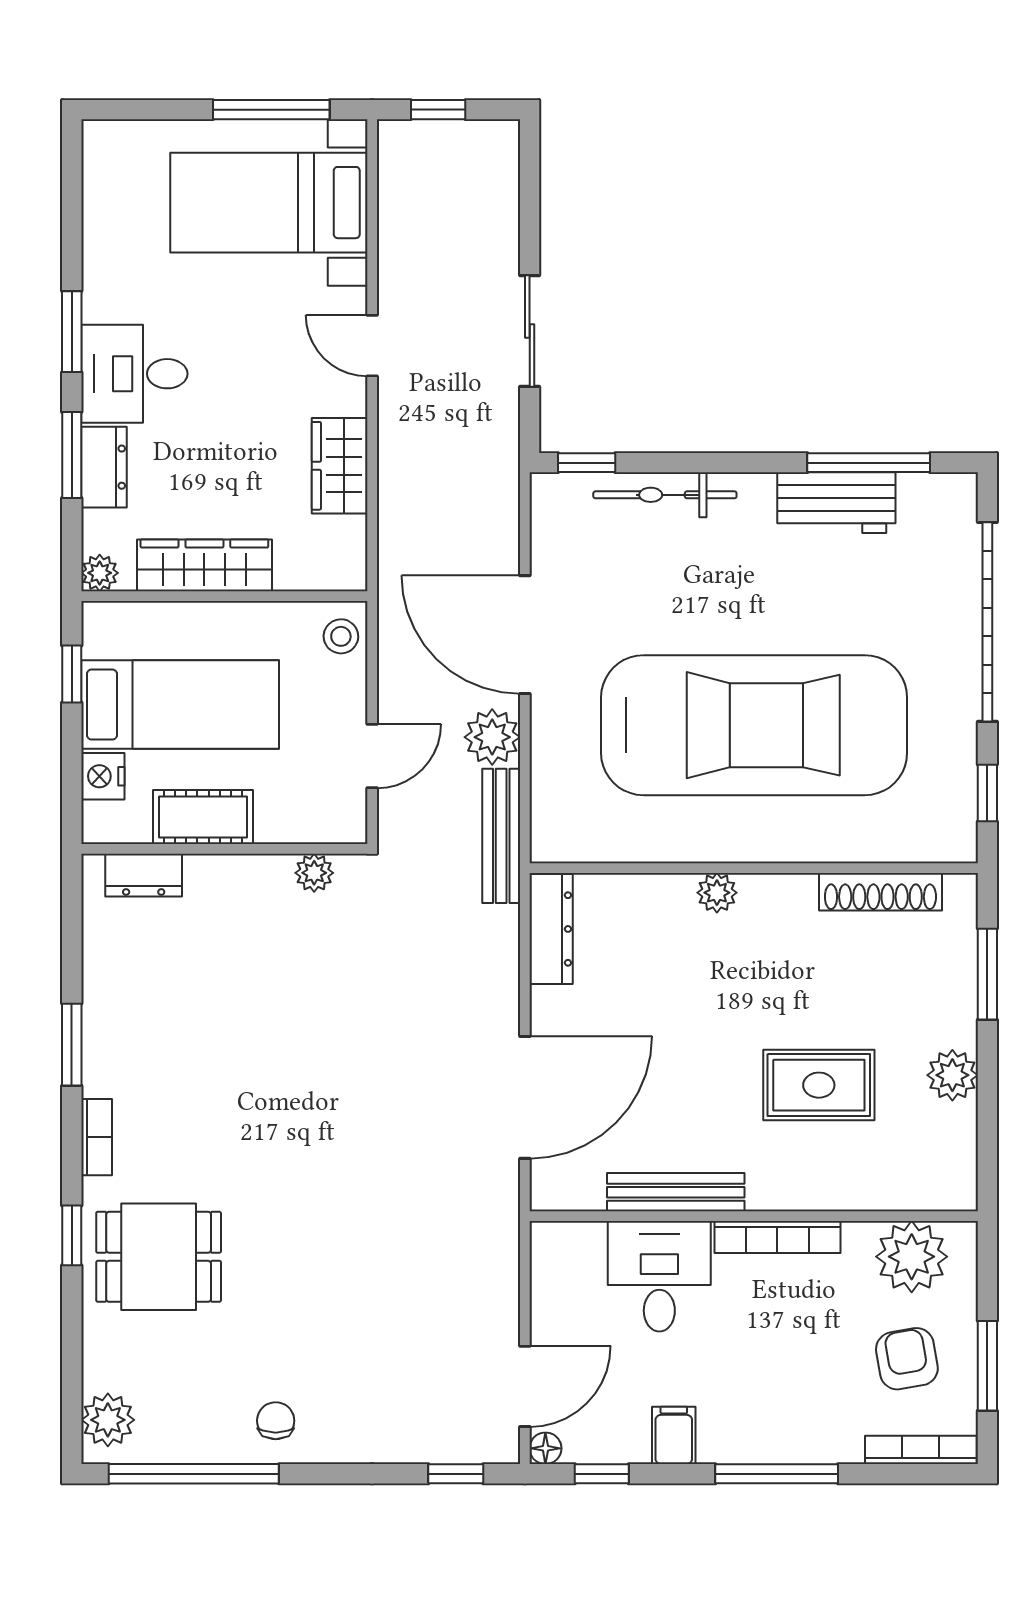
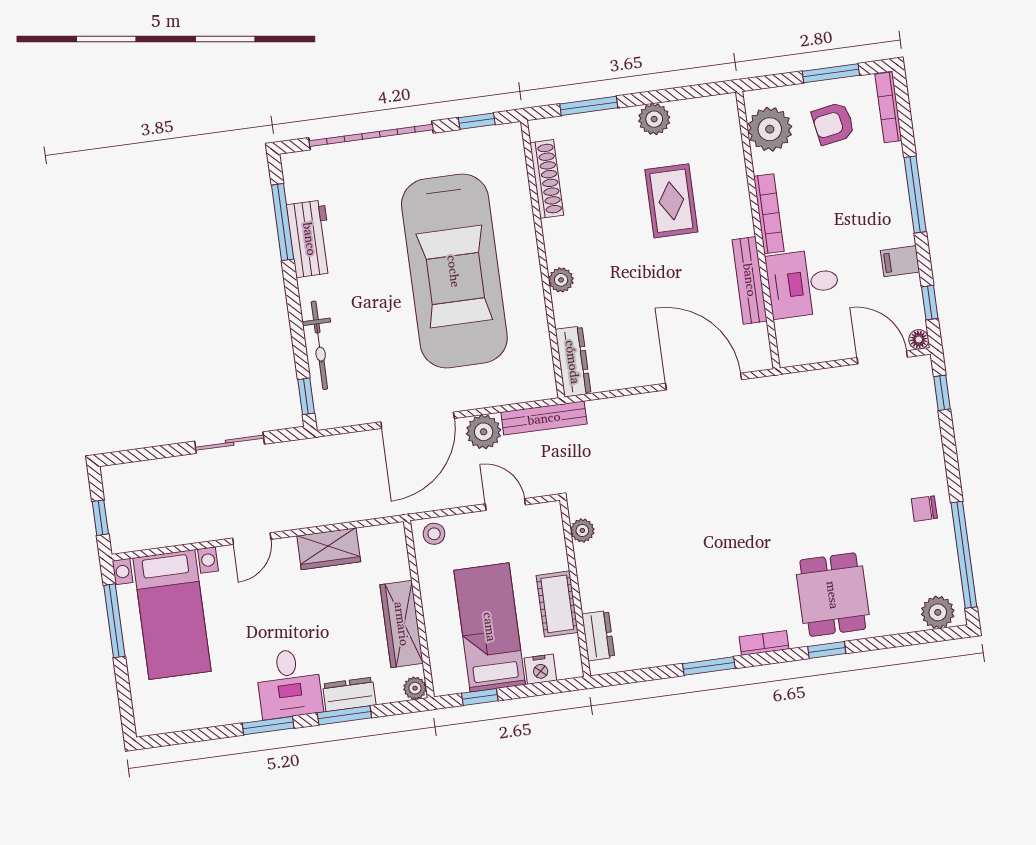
car: (754, 725) -> (454, 271), turned 180
dresser: (551, 929) -> (573, 362), moved, turned 90

